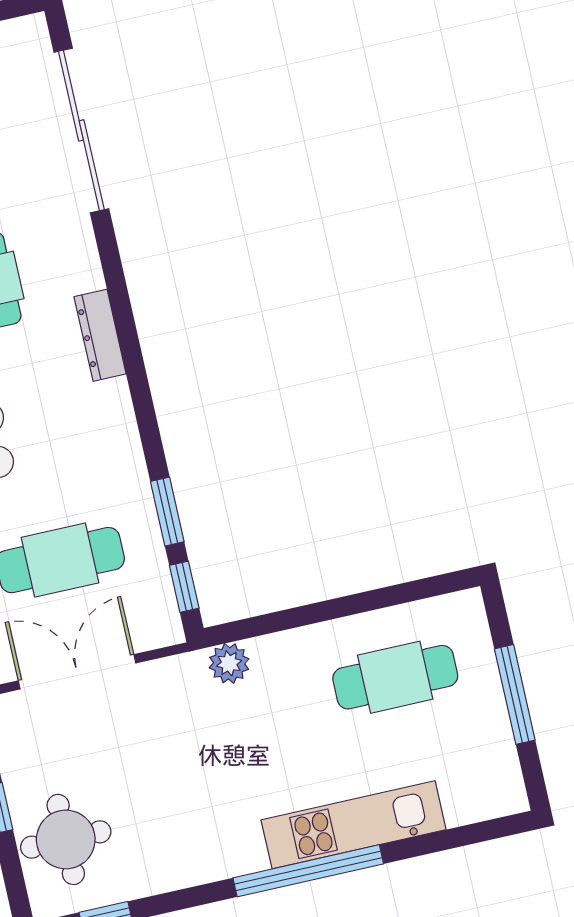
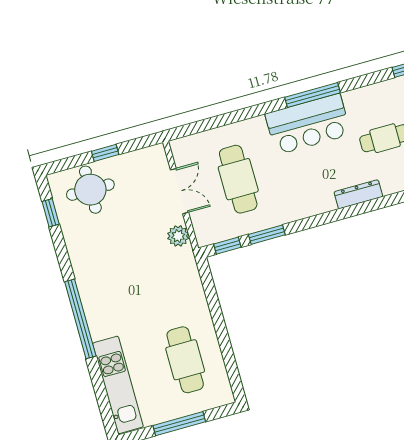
plant: (229, 663) -> (178, 236), moved
double door: (77, 672) -> (179, 191), width x0.73
kitchen unit: (354, 825) -> (118, 385), moved

